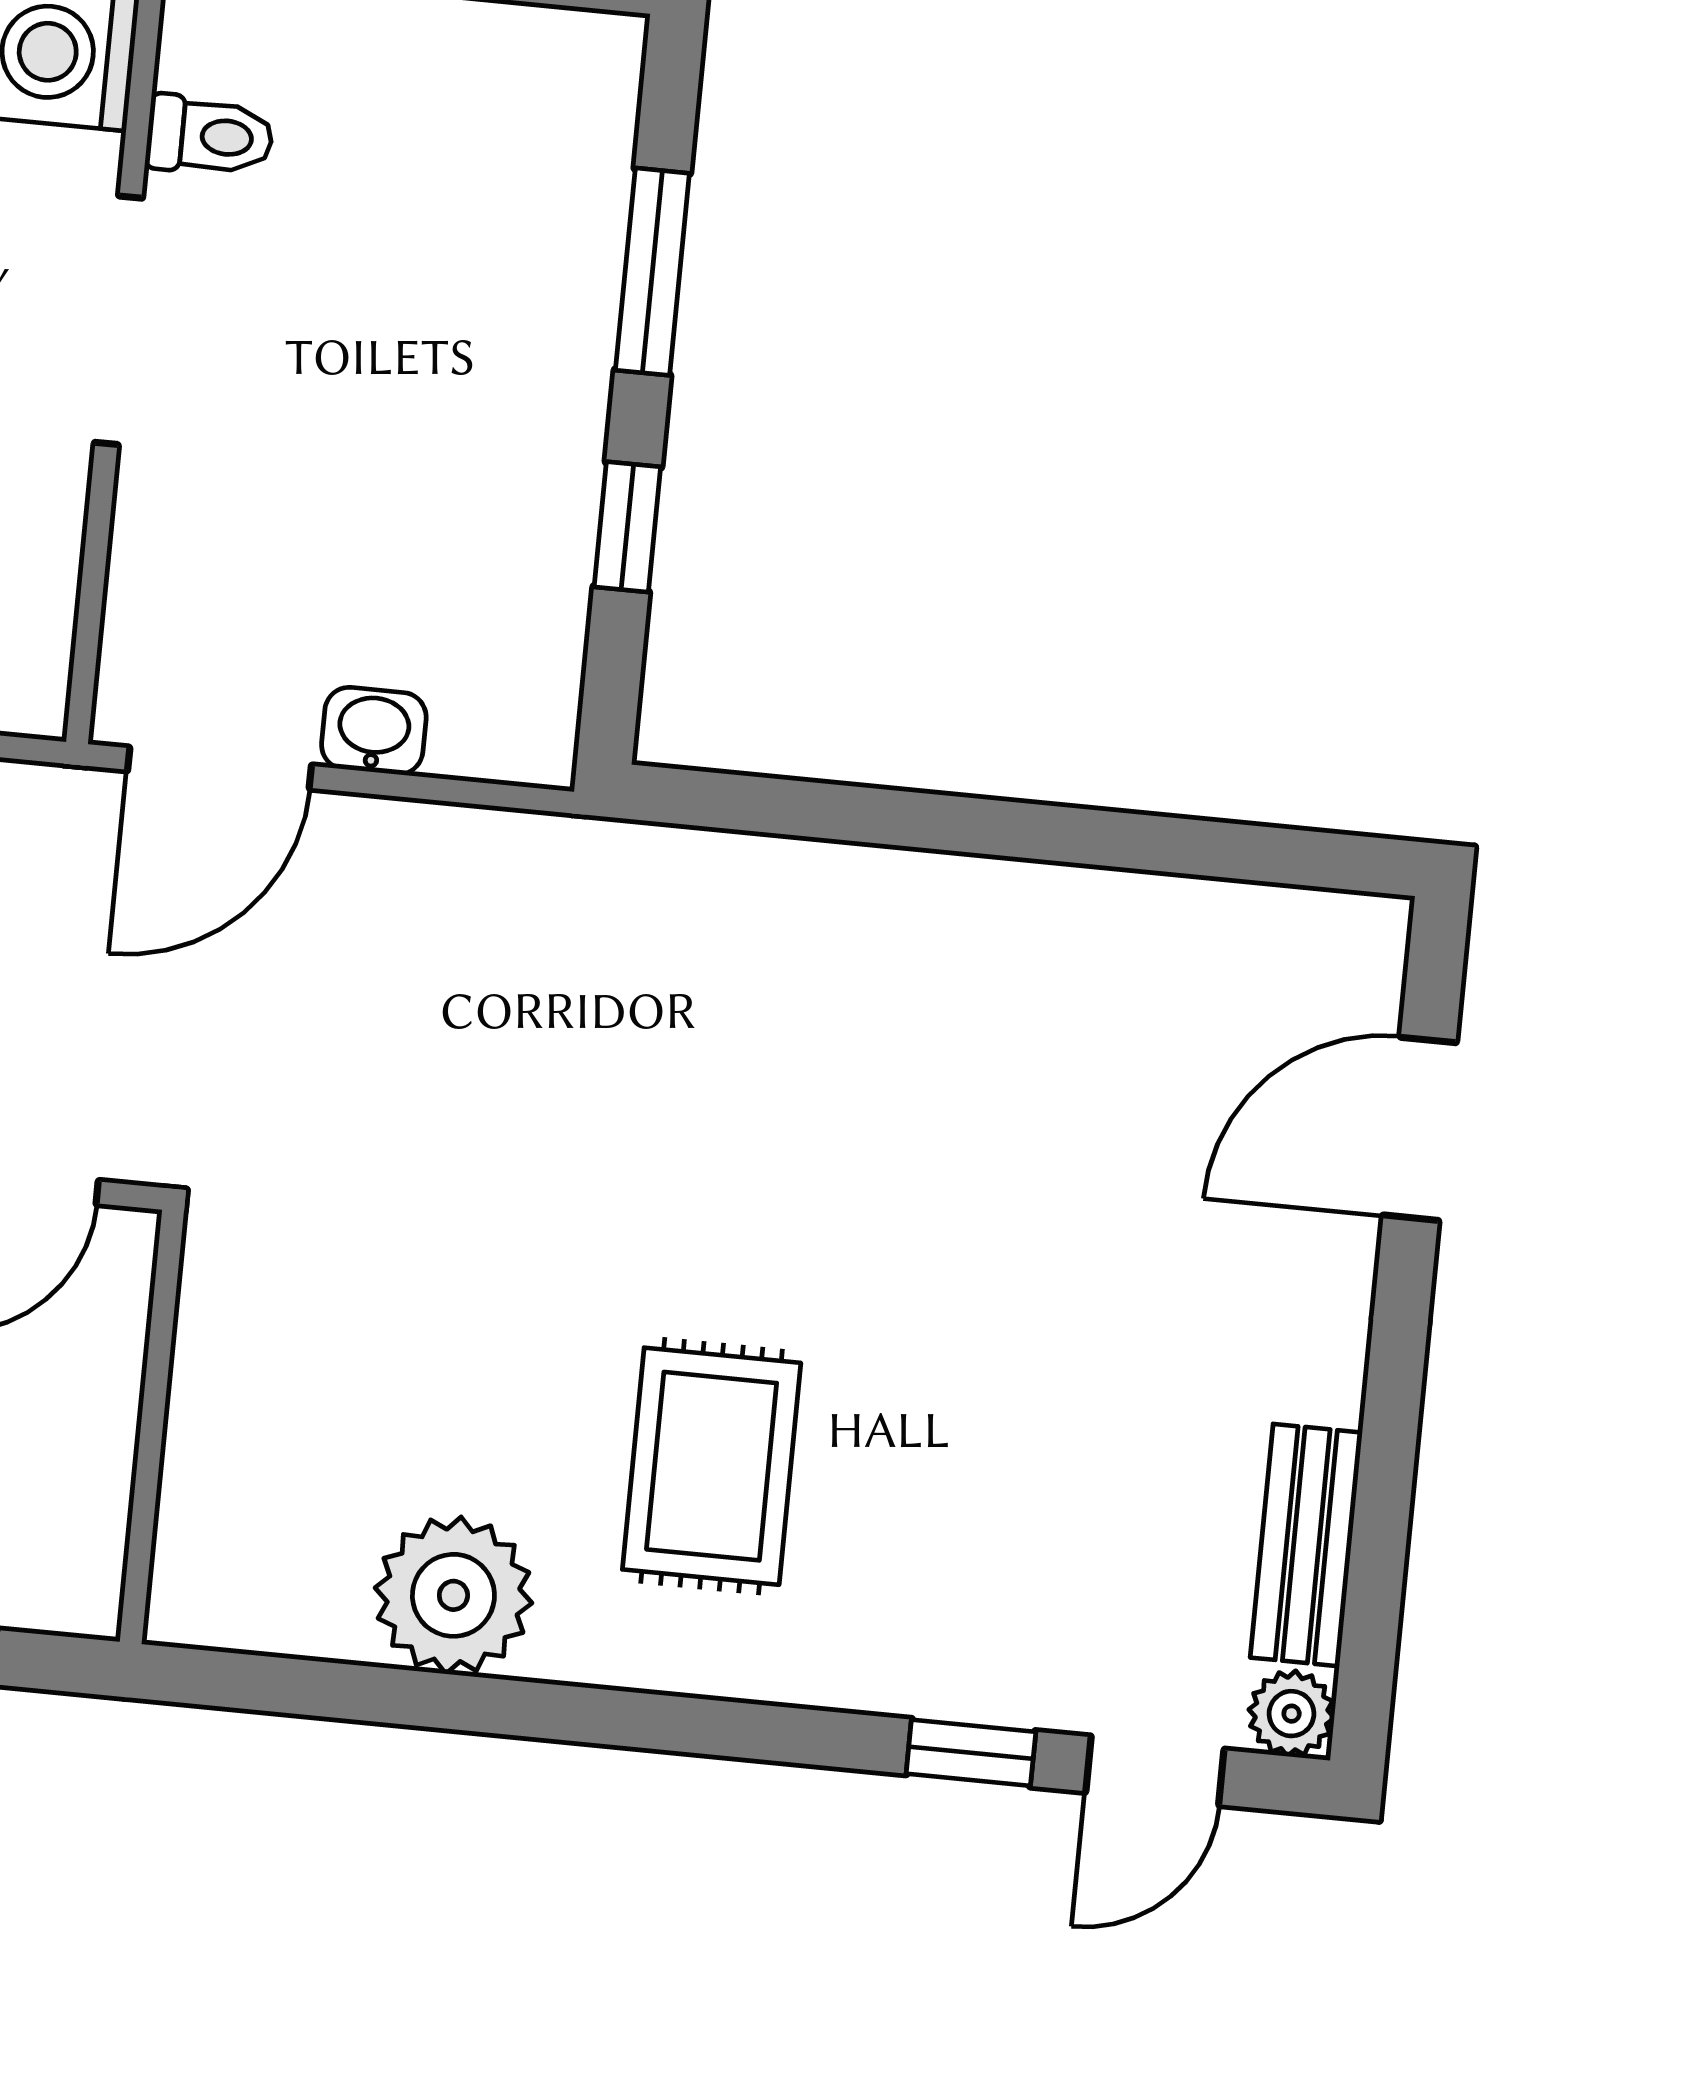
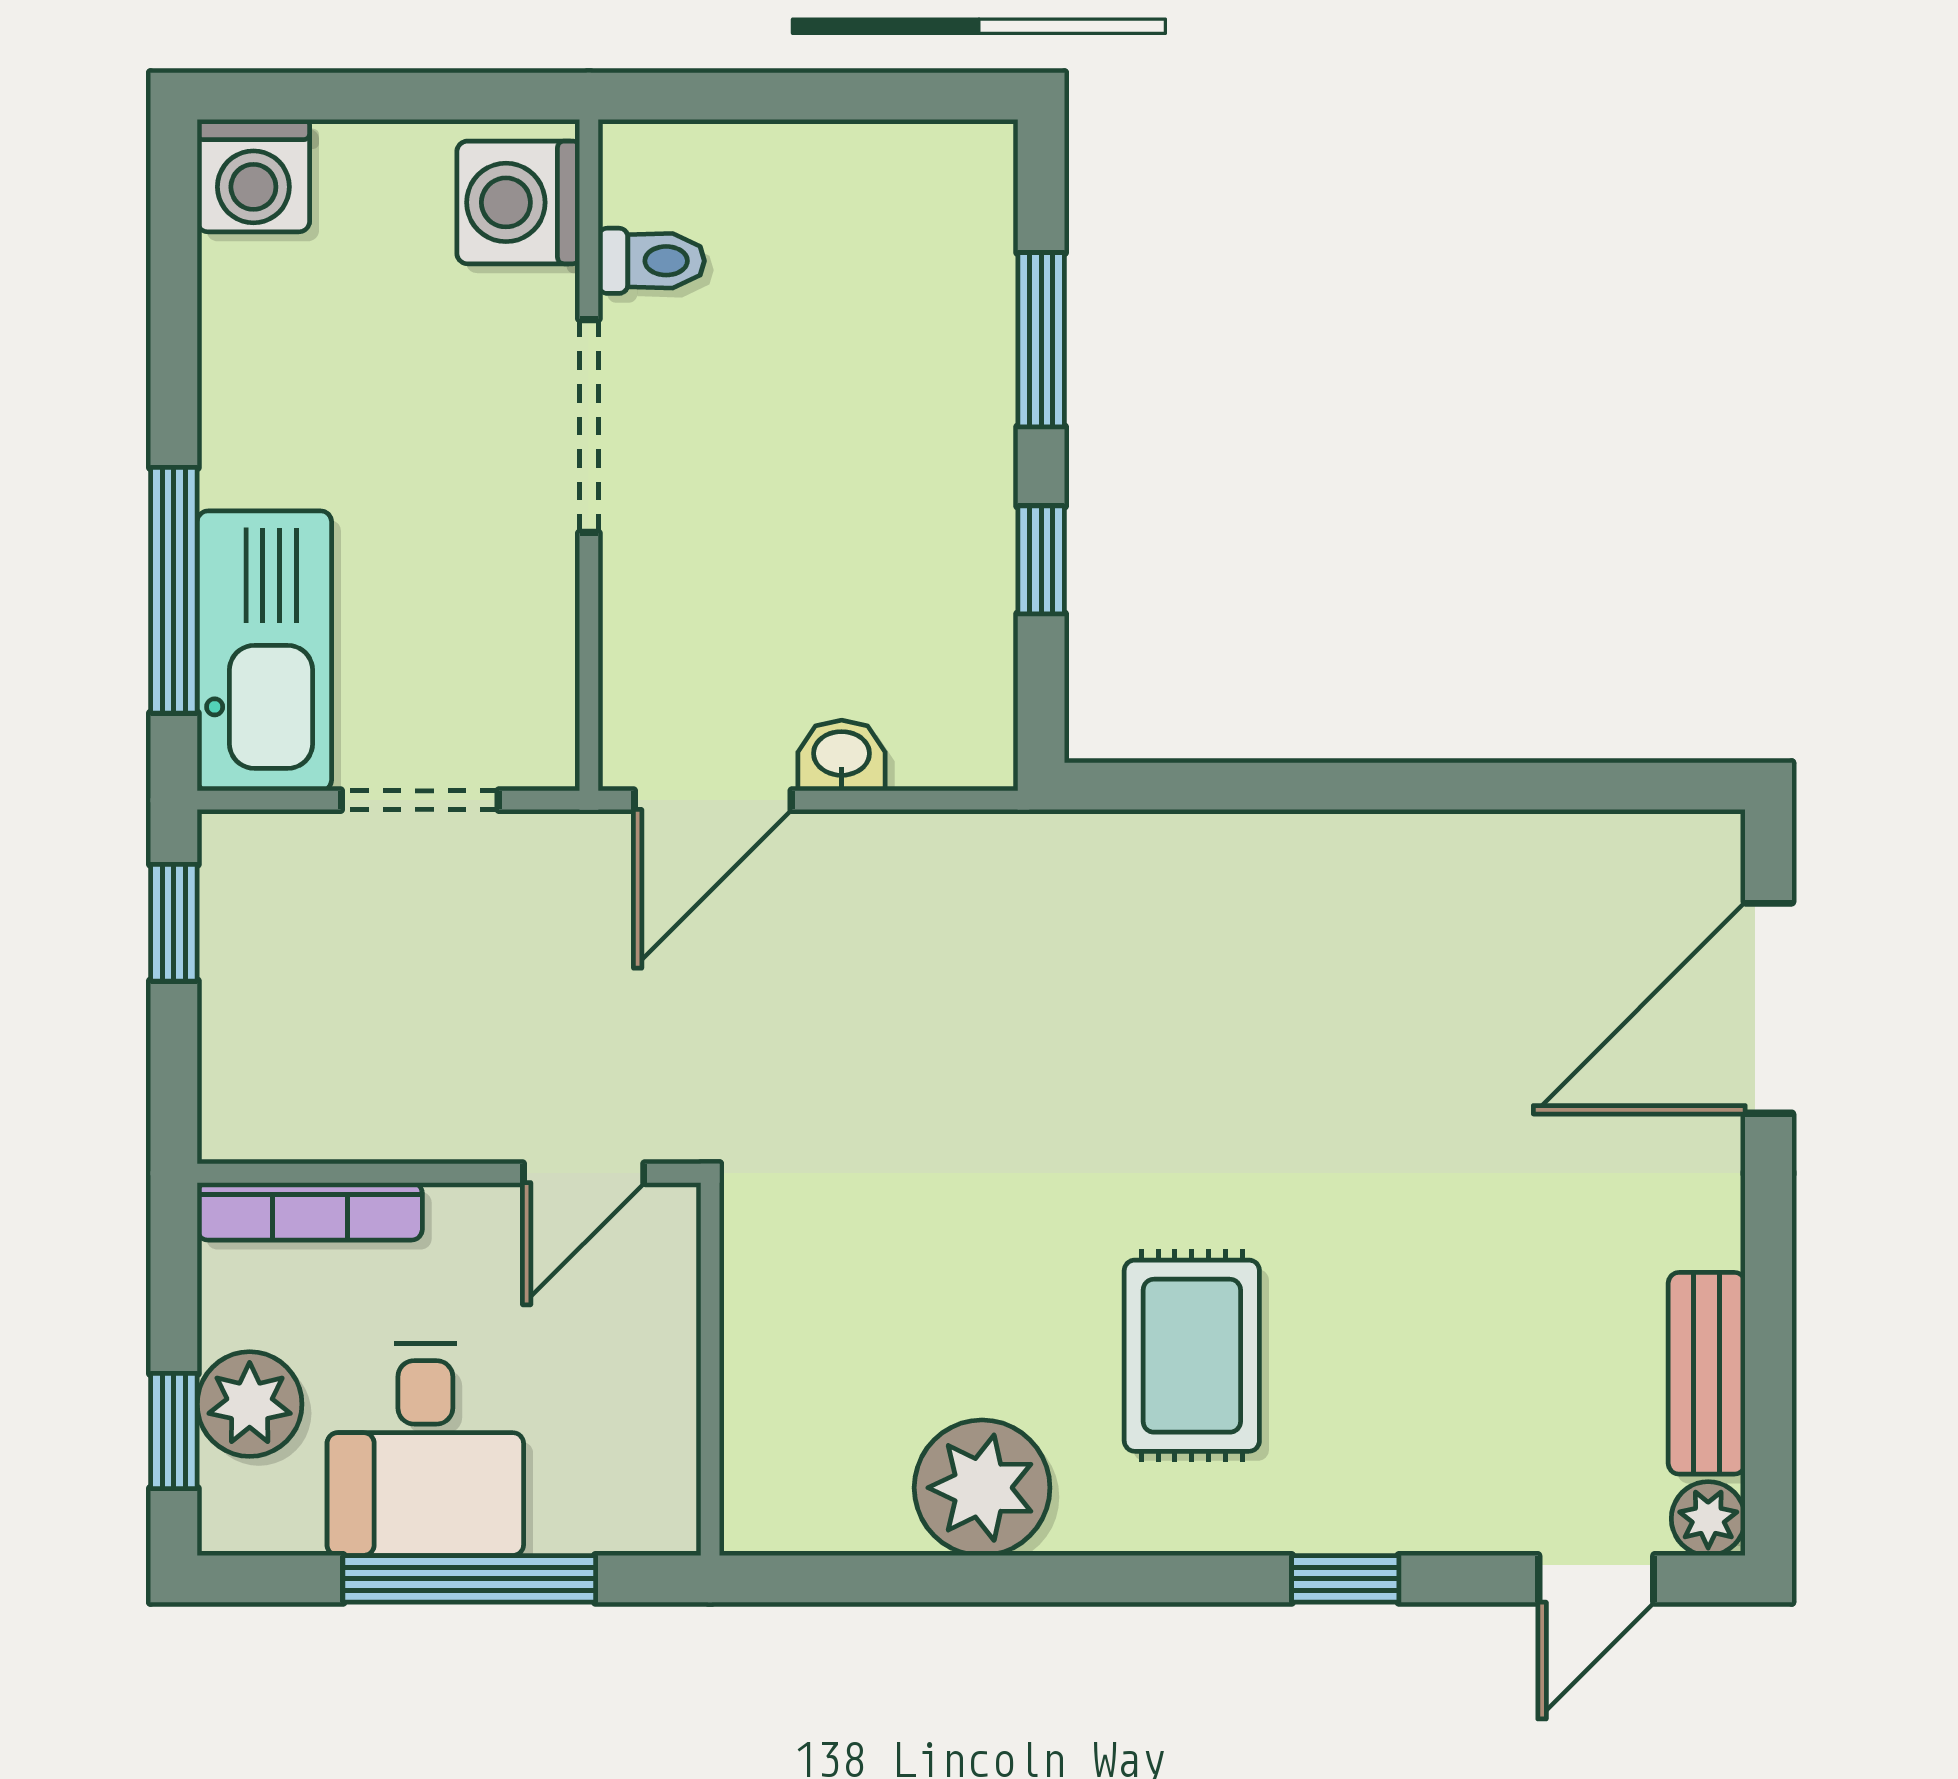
door: (1419, 1129) -> (1769, 1008), width x1.36
window: (971, 1753) -> (1345, 1579), moved

